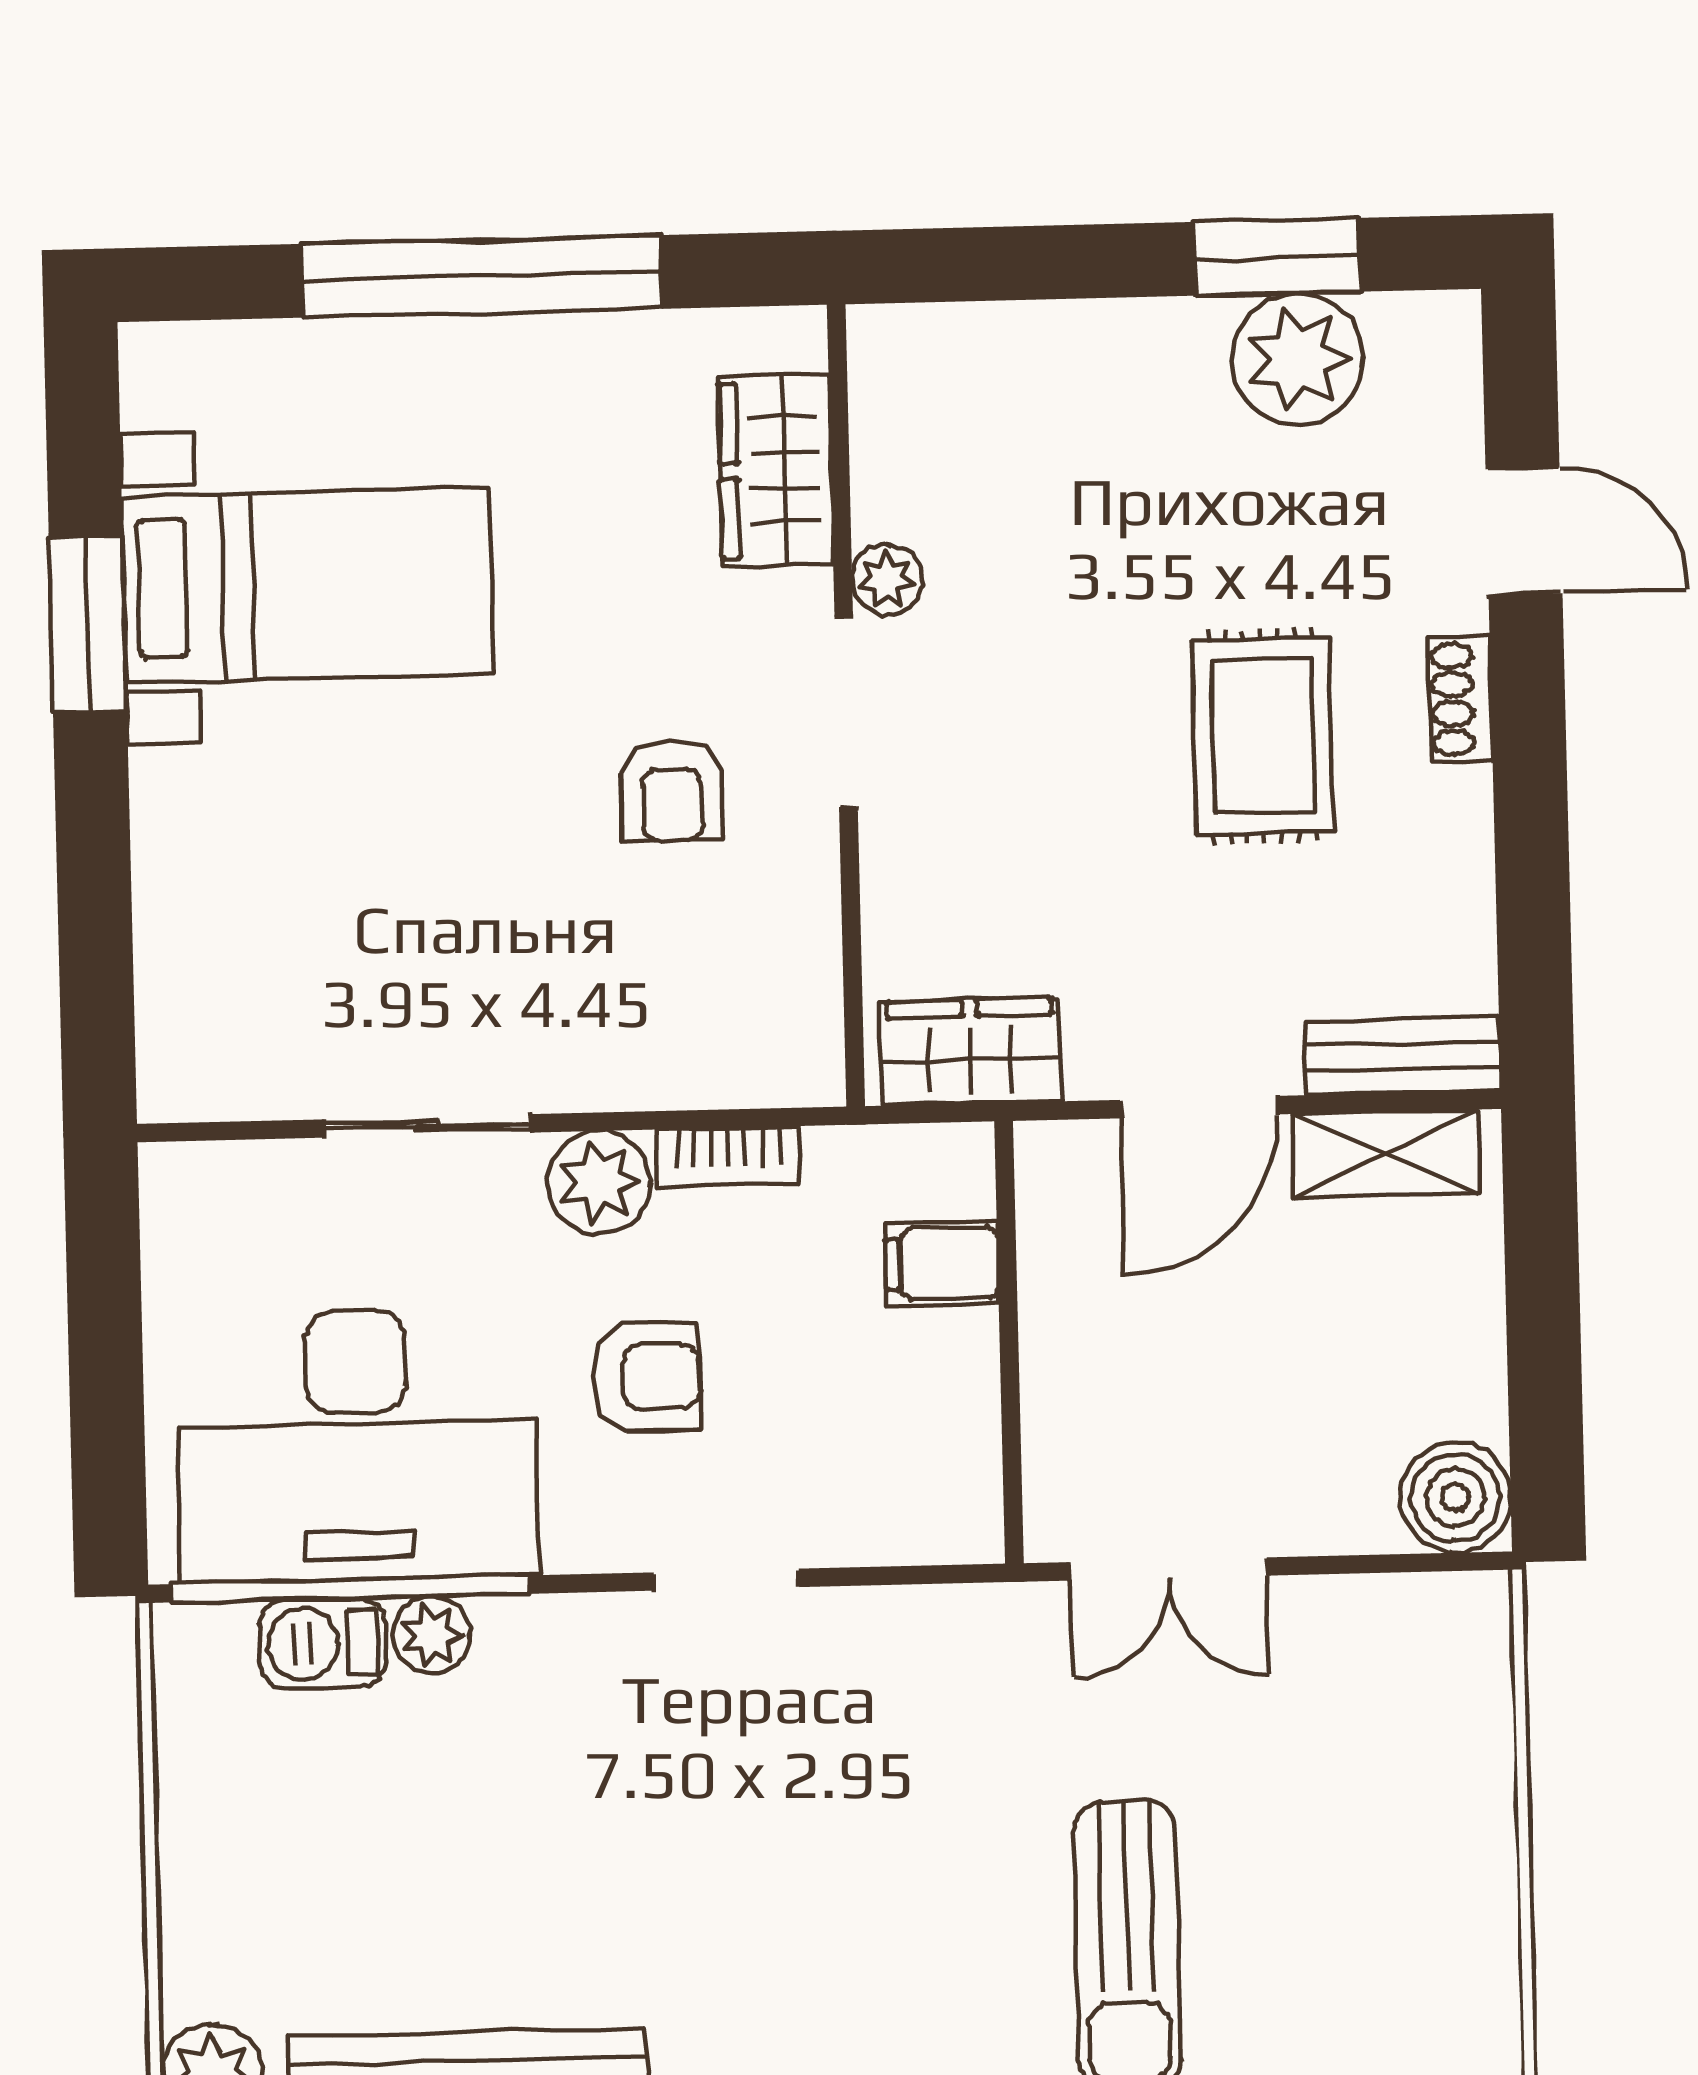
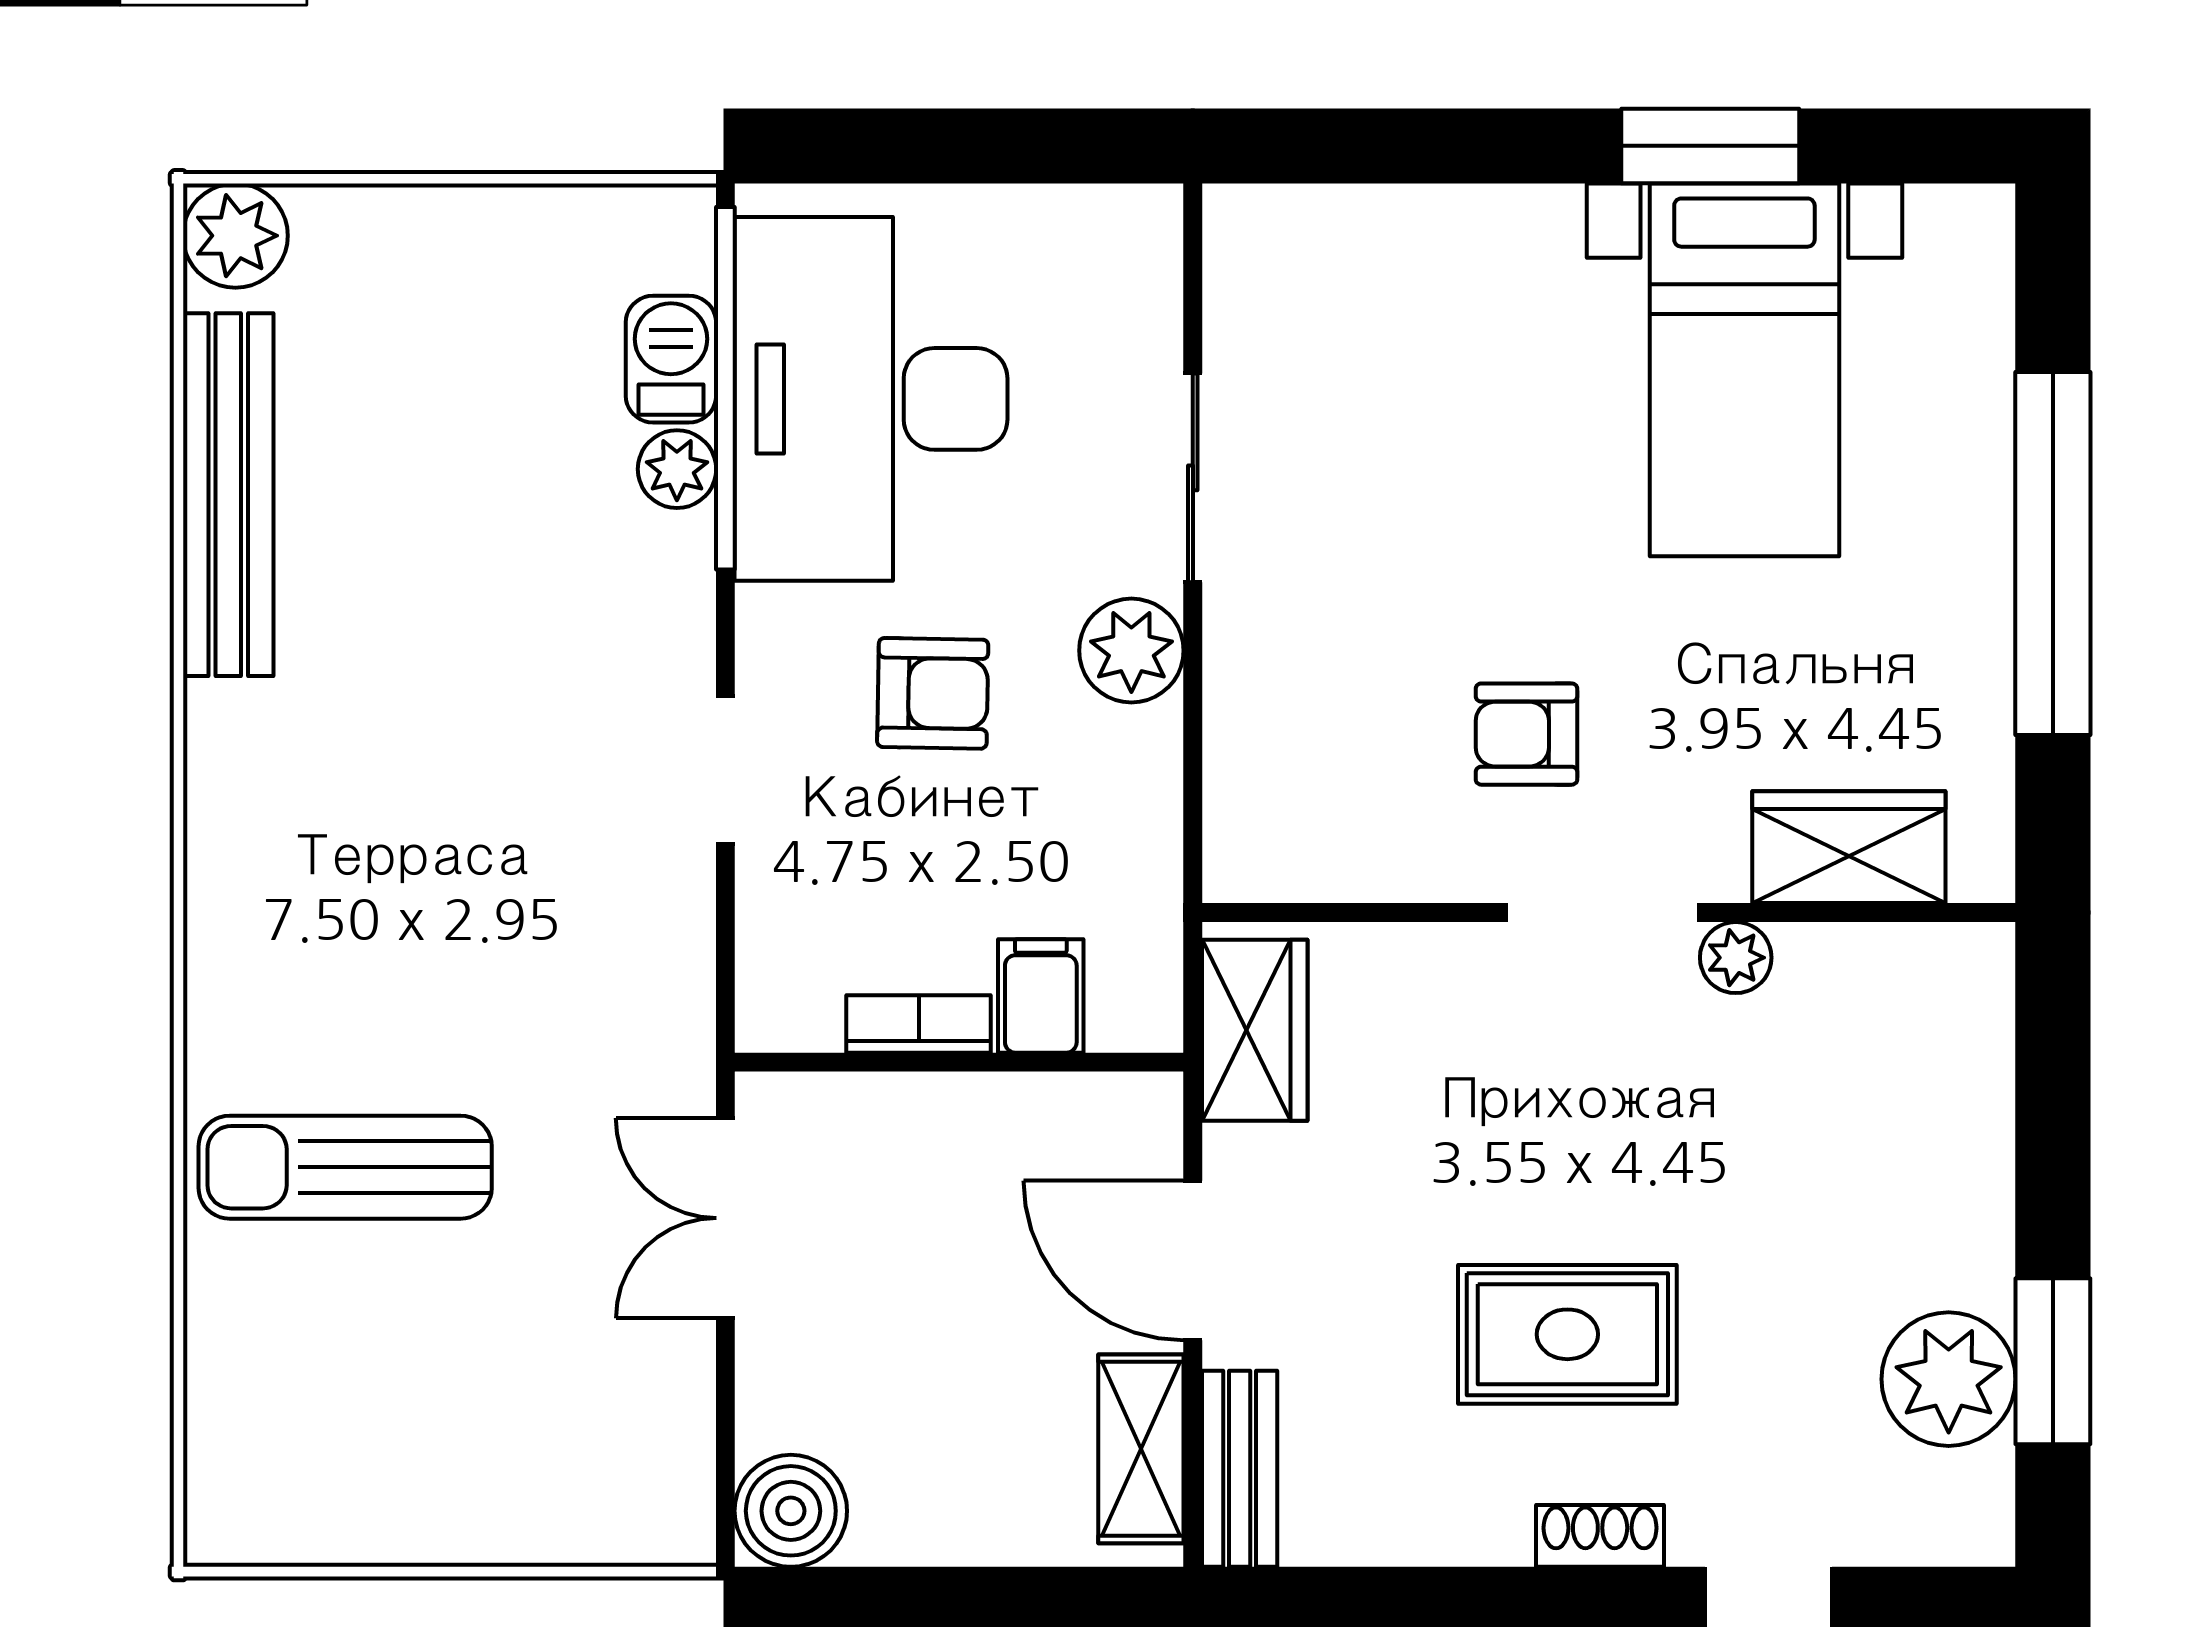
bookcase: (728, 1156) -> (919, 1024), moved, turned 90
armchair: (646, 1377) -> (933, 693), turned -89

